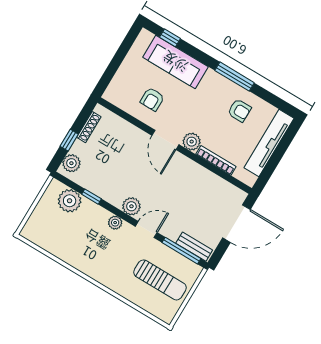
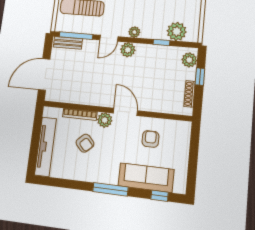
window: (235, 77) -> (110, 189), moved
armchair: (239, 110) -> (85, 143), moved, turned -133

